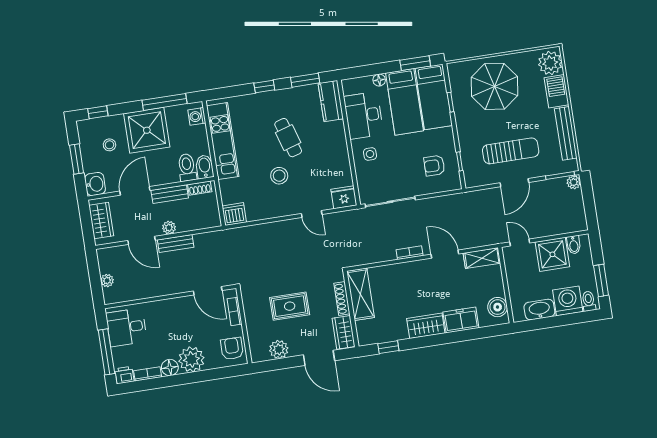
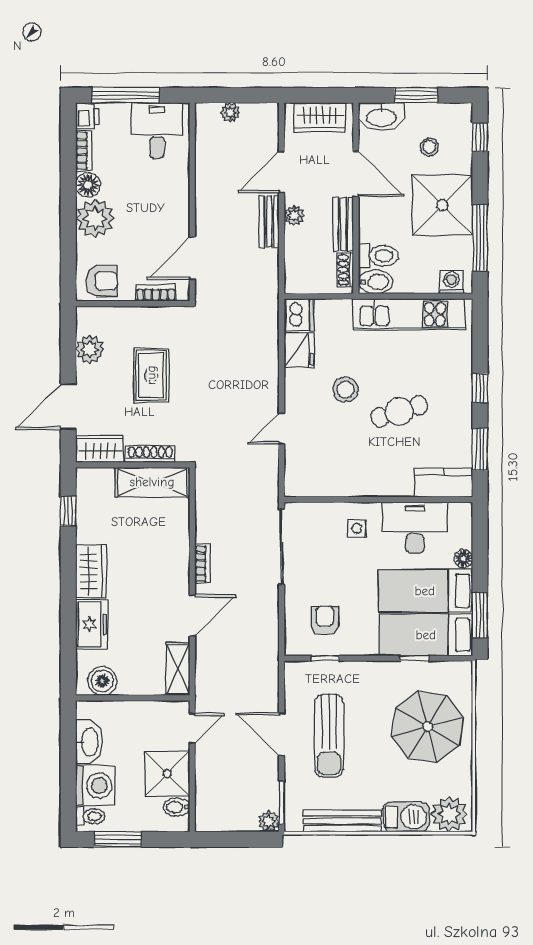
washbasin: (95, 184) -> (381, 117), width x1.38
fridge: (344, 197) -> (299, 350), moved

